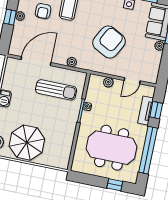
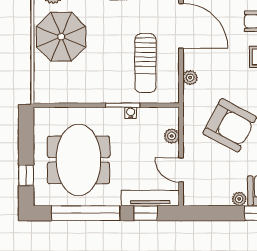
tv unit: (146, 111) -> (150, 198), width x1.41

